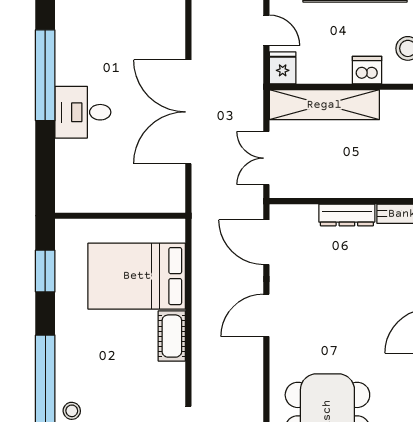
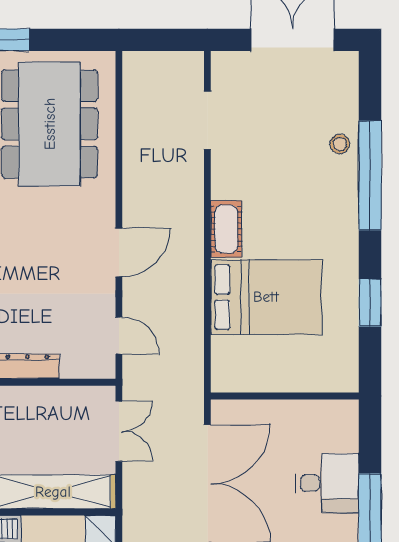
wall: (120, 216) -> (285, 396), moved
door: (266, 242) -> (119, 336), width x0.73

